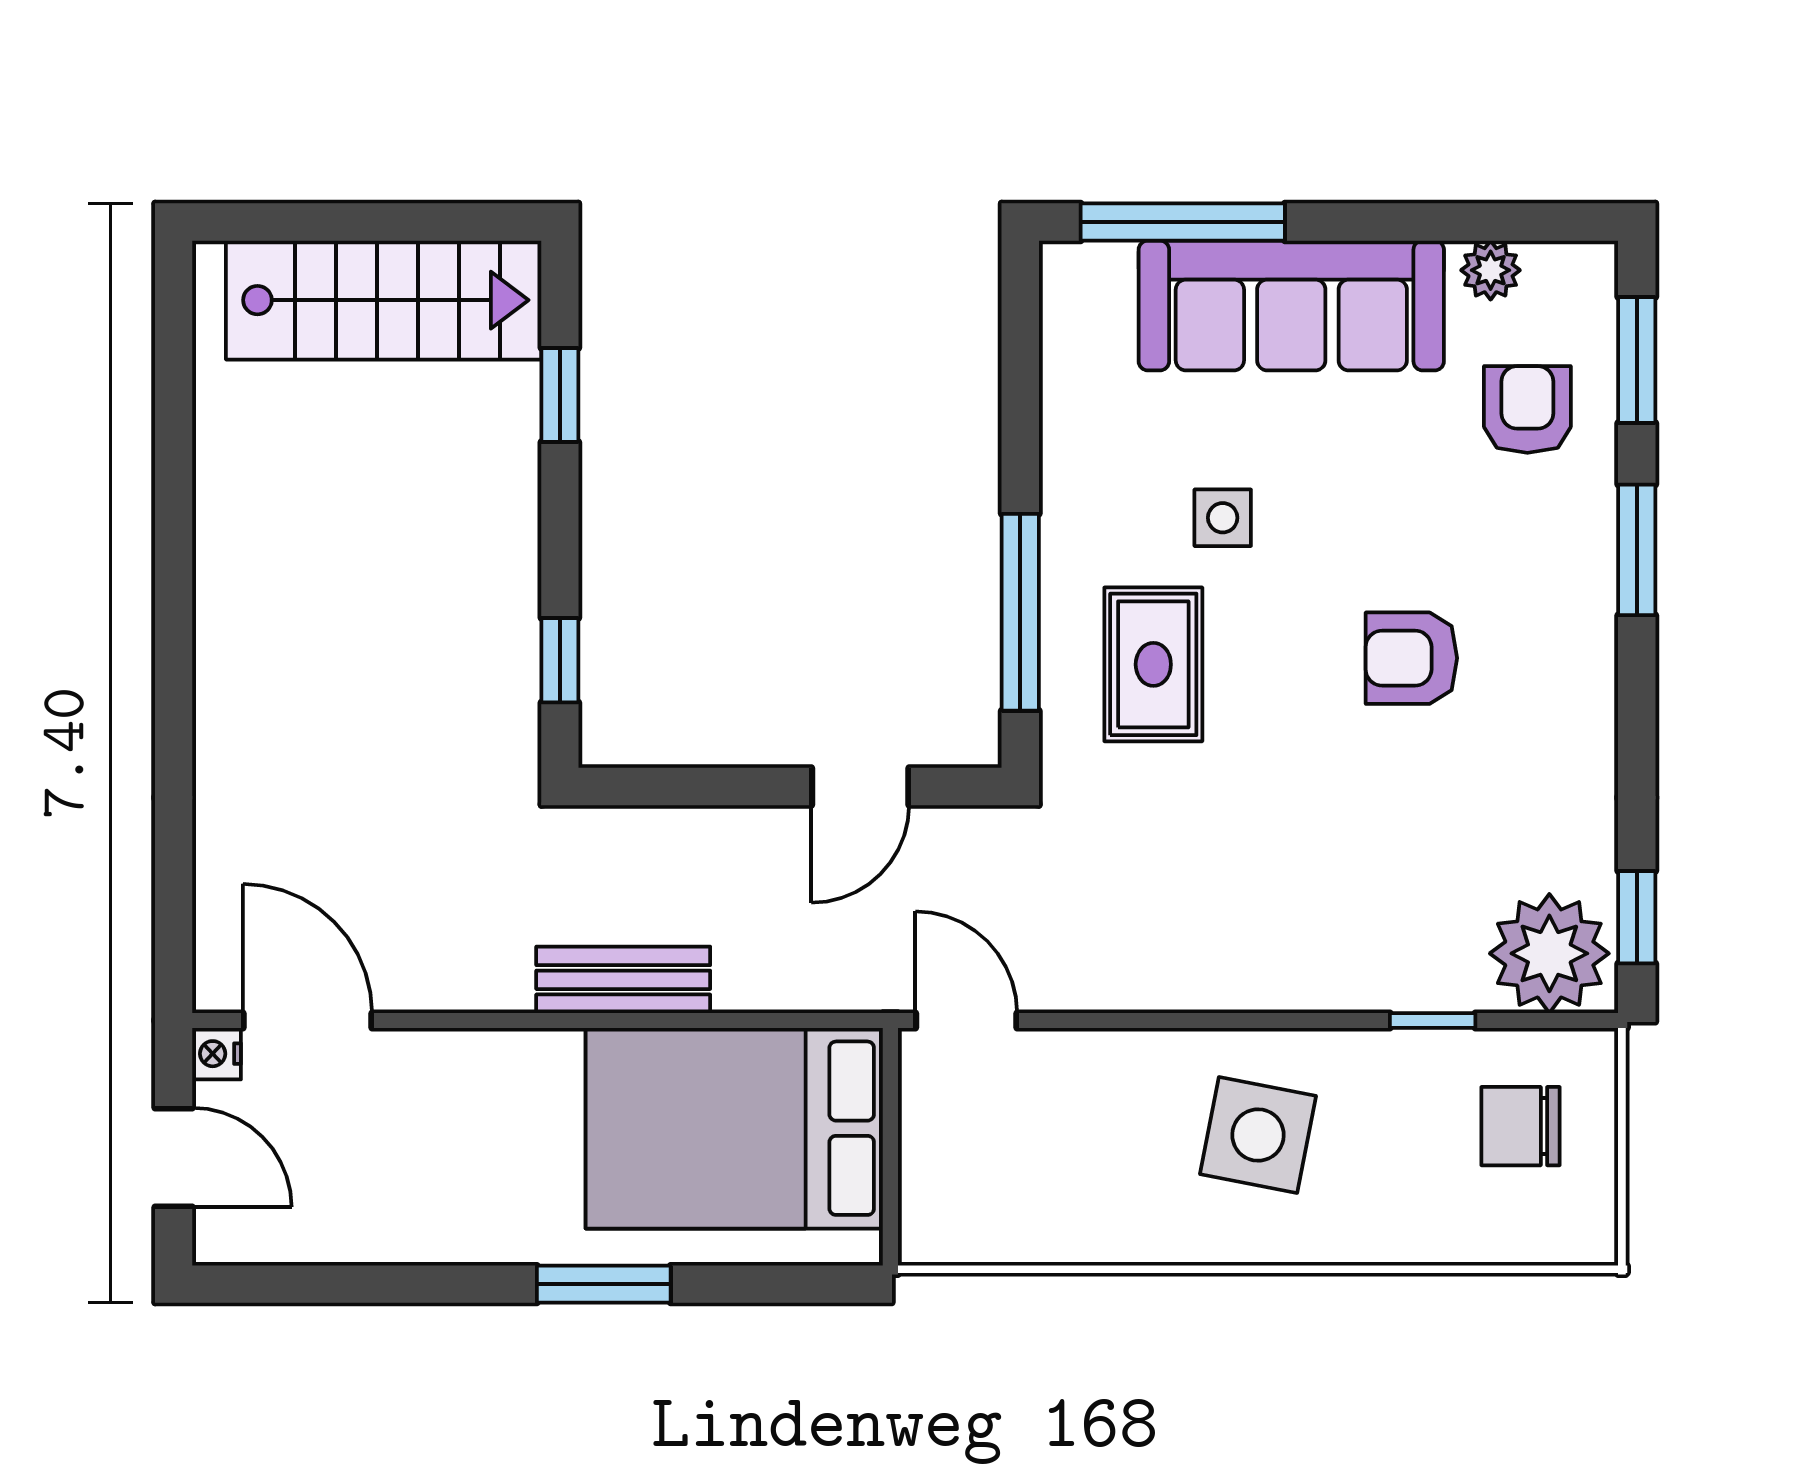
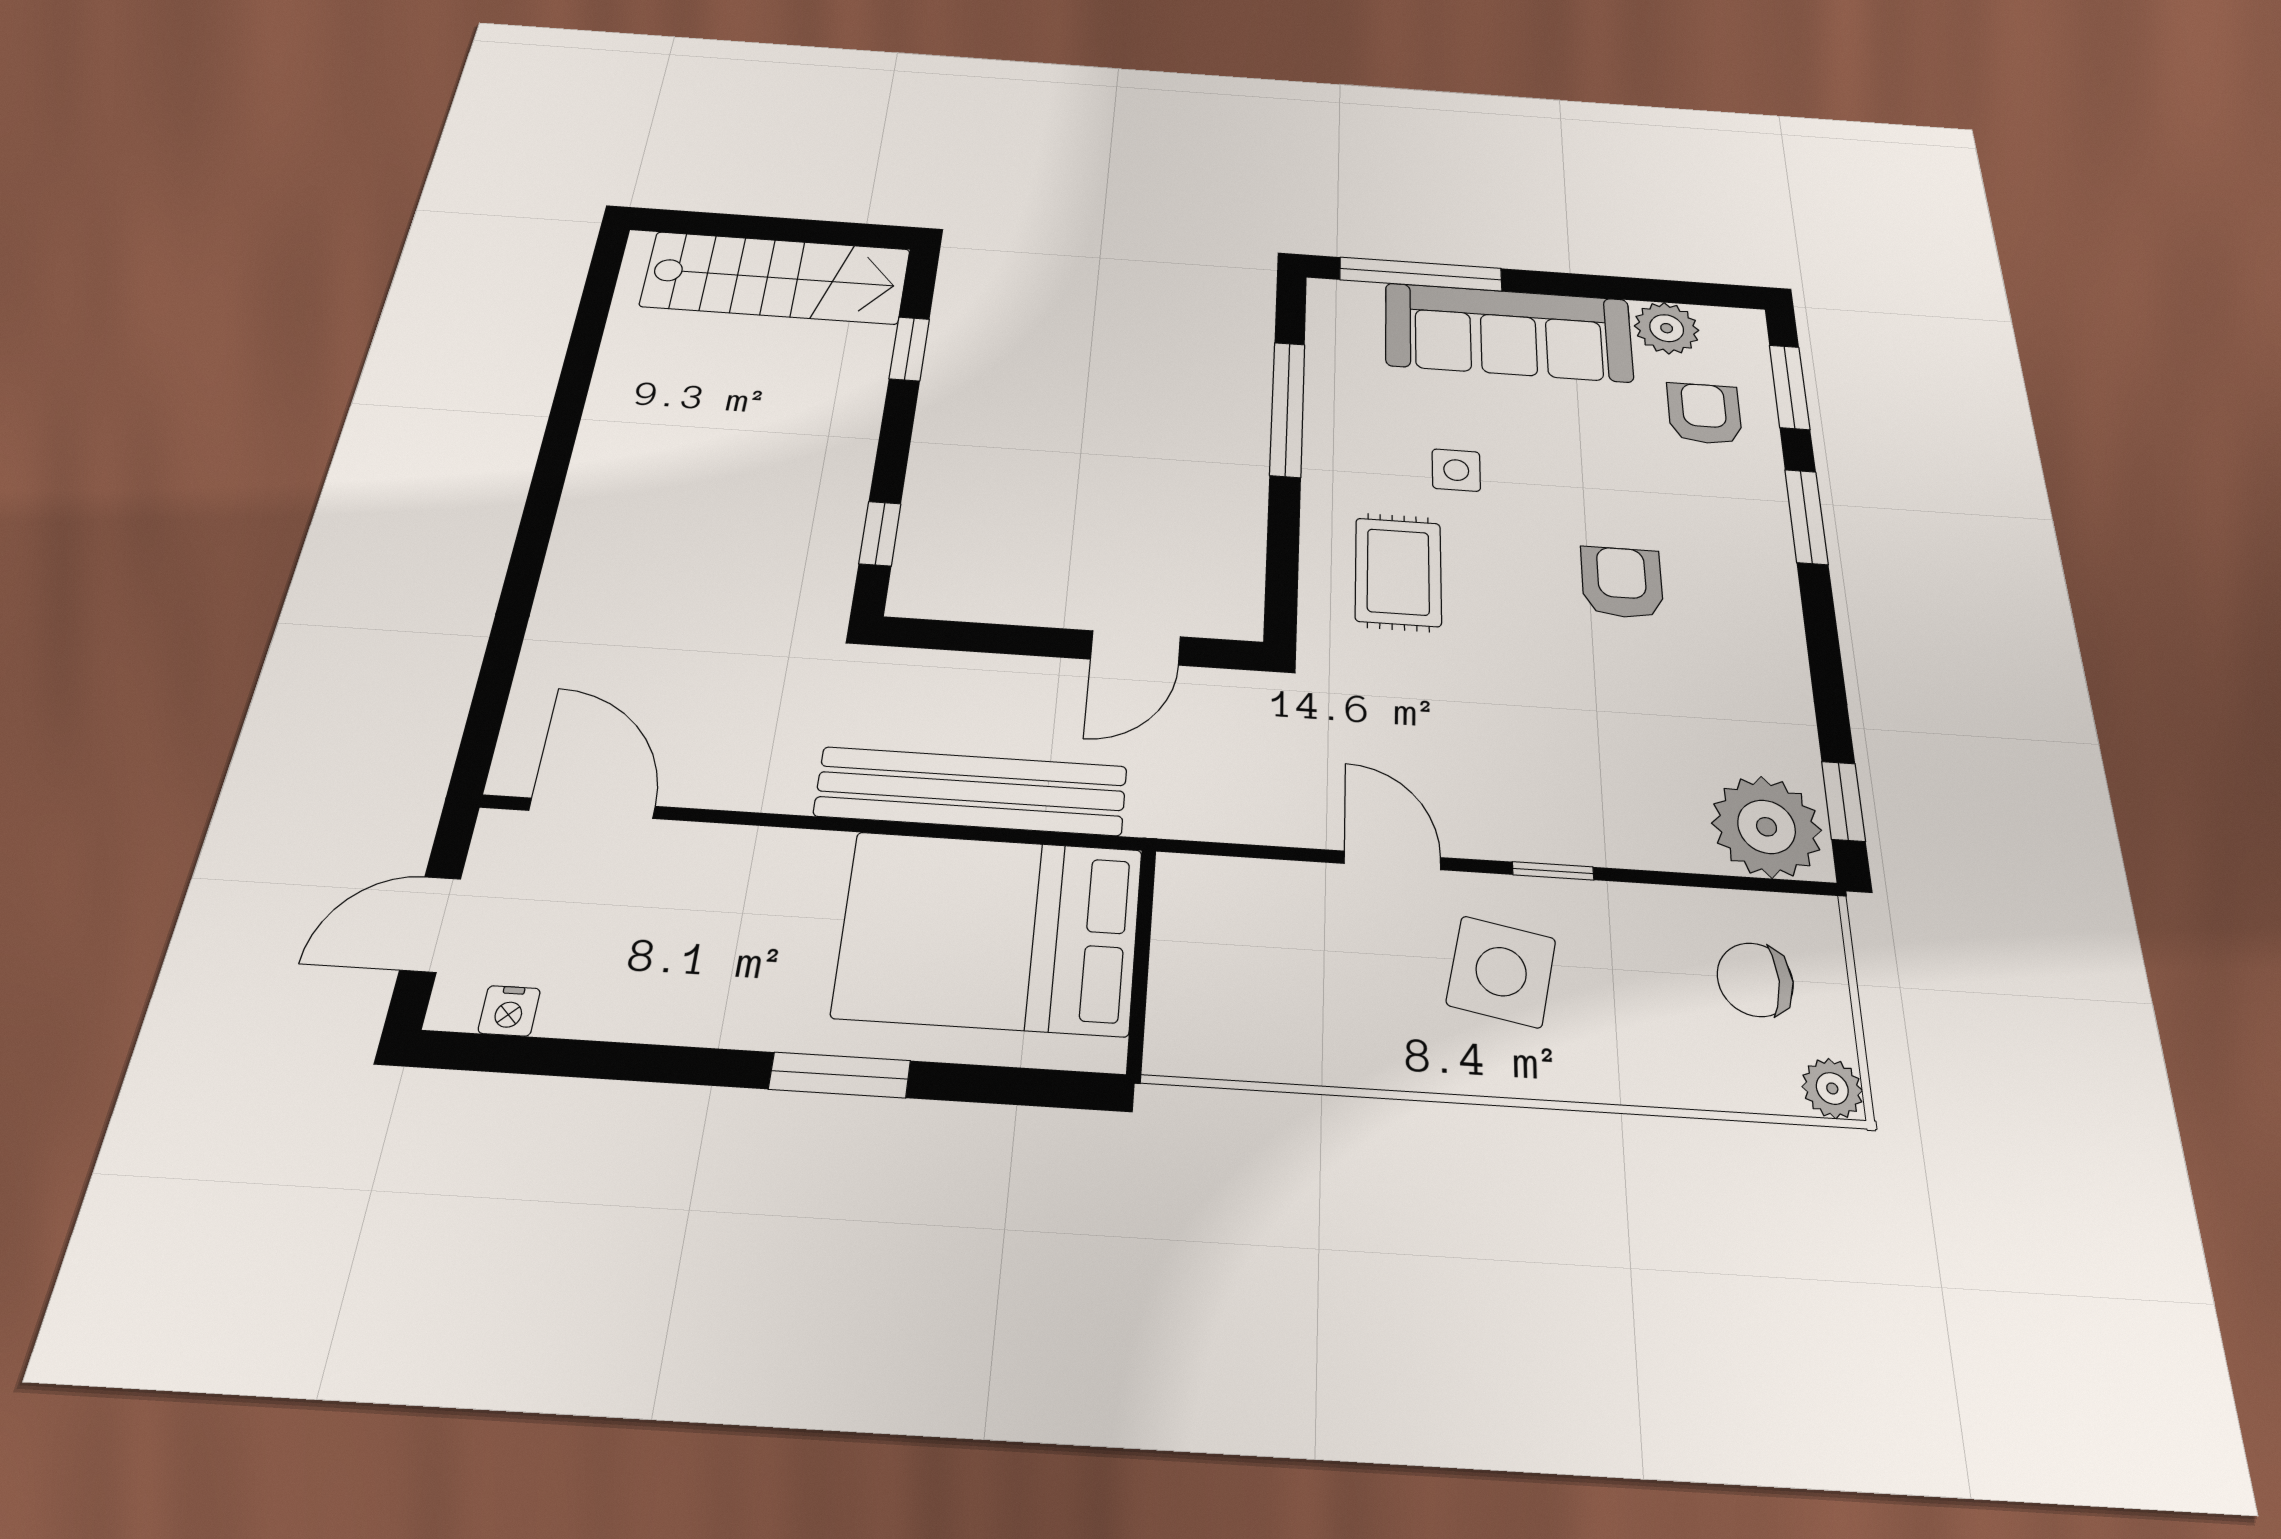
plant: (1491, 270) -> (1667, 328), width x1.38, depth x1.38
window: (1020, 612) -> (1287, 409), moved
armchair: (1411, 658) -> (1622, 582), turned 90
bench: (623, 980) -> (971, 791), width x1.86, depth x1.21
door: (966, 1020) -> (1392, 860), moved
window: (1433, 1020) -> (1553, 871), moved
nightstand: (217, 1054) -> (509, 1011), moved, turned -90
door: (174, 1157) -> (430, 924), swing flipped
plant: (1588, 1235) -> (1832, 1088), added

